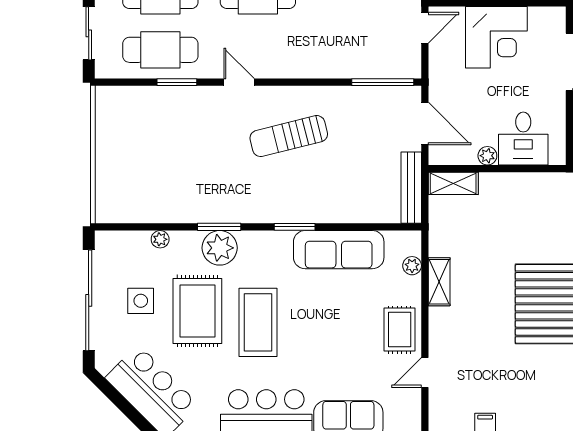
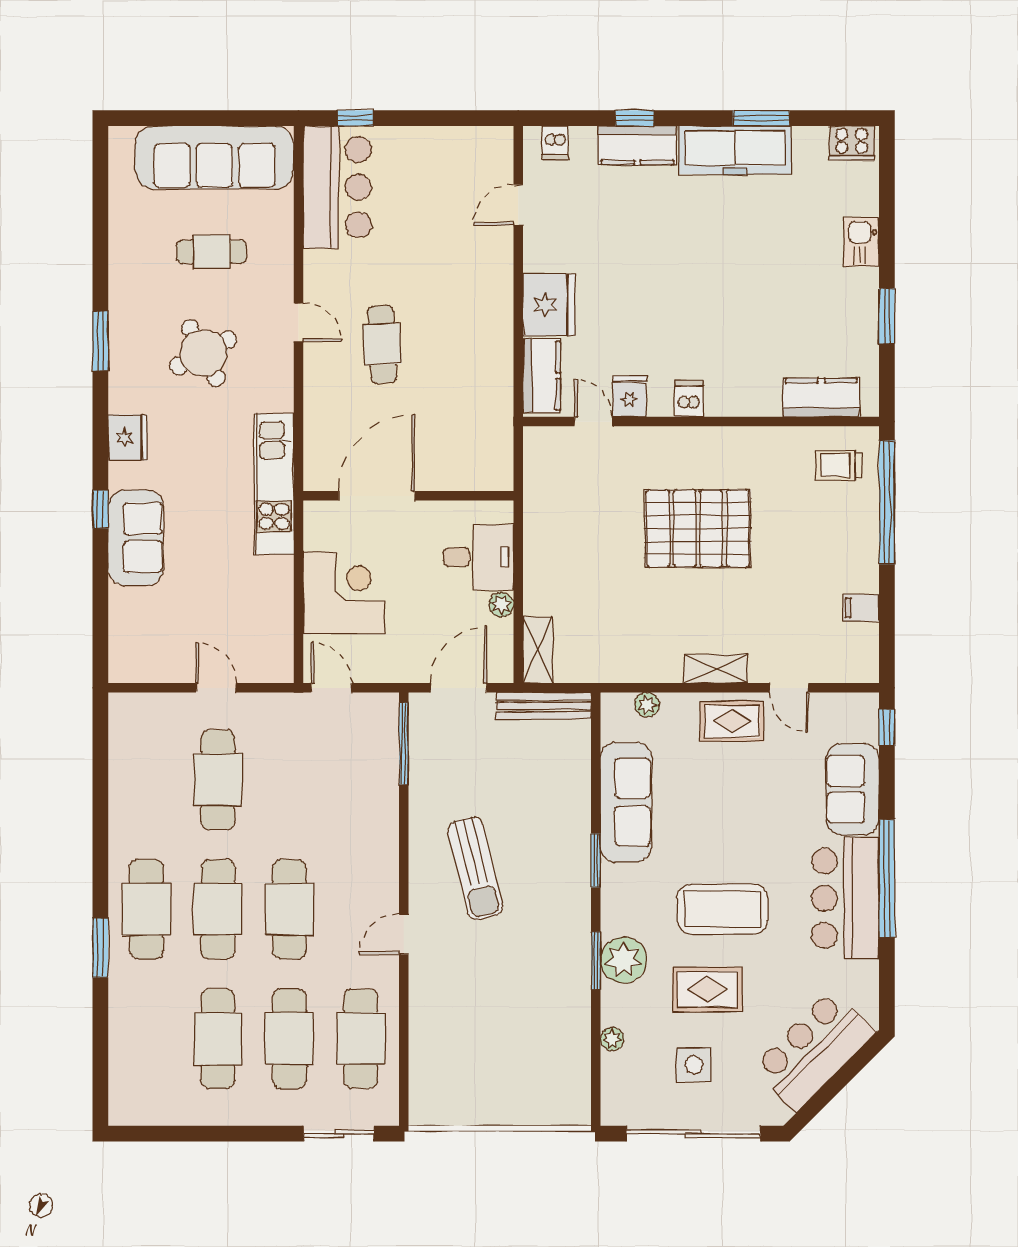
window: (177, 82) -> (404, 1017), removed
shelving: (439, 282) -> (716, 669), moved
rug: (197, 311) -> (707, 989), width x0.73, depth x0.70

